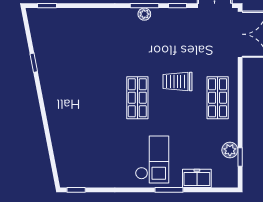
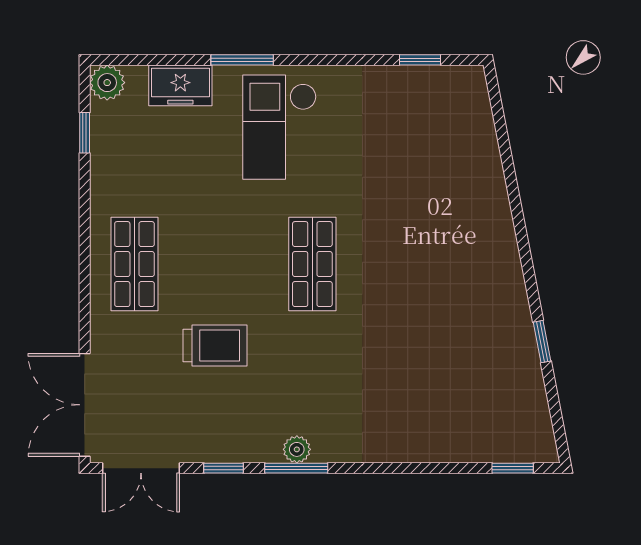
trolley: (178, 81) -> (215, 346), moved
plant: (230, 150) -> (107, 83), moved
window: (76, 190) -> (420, 60), moved

